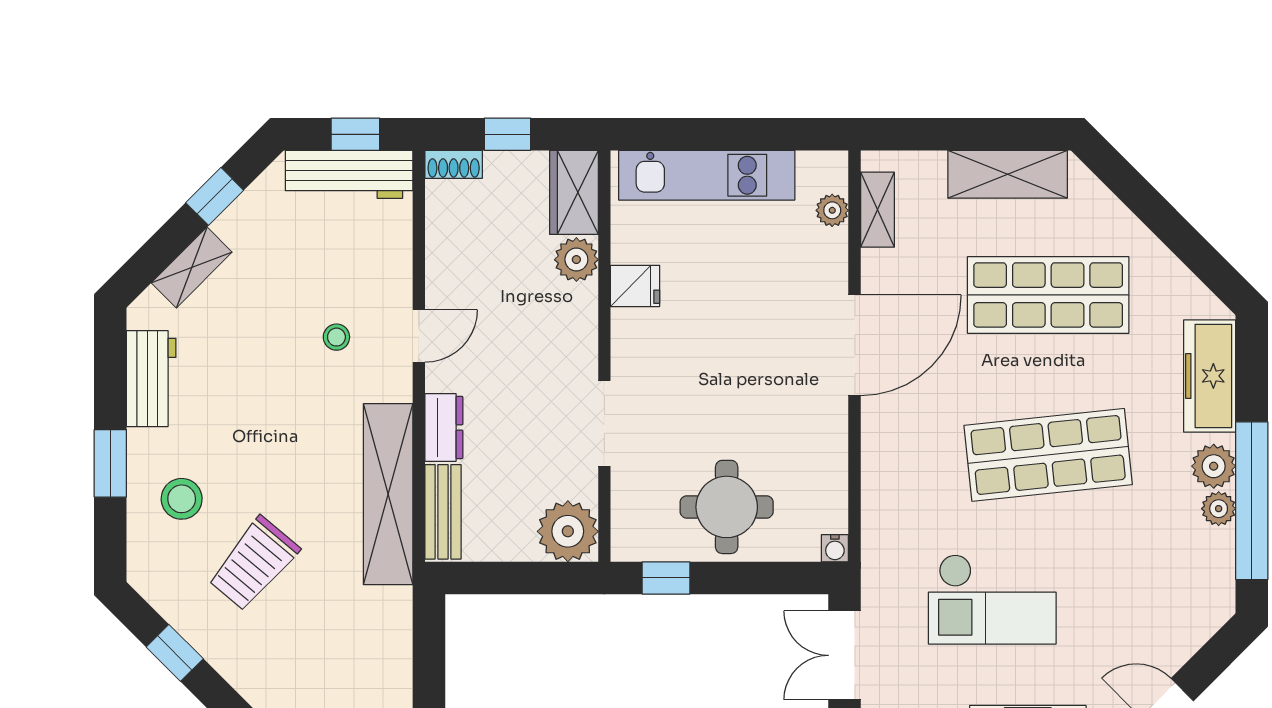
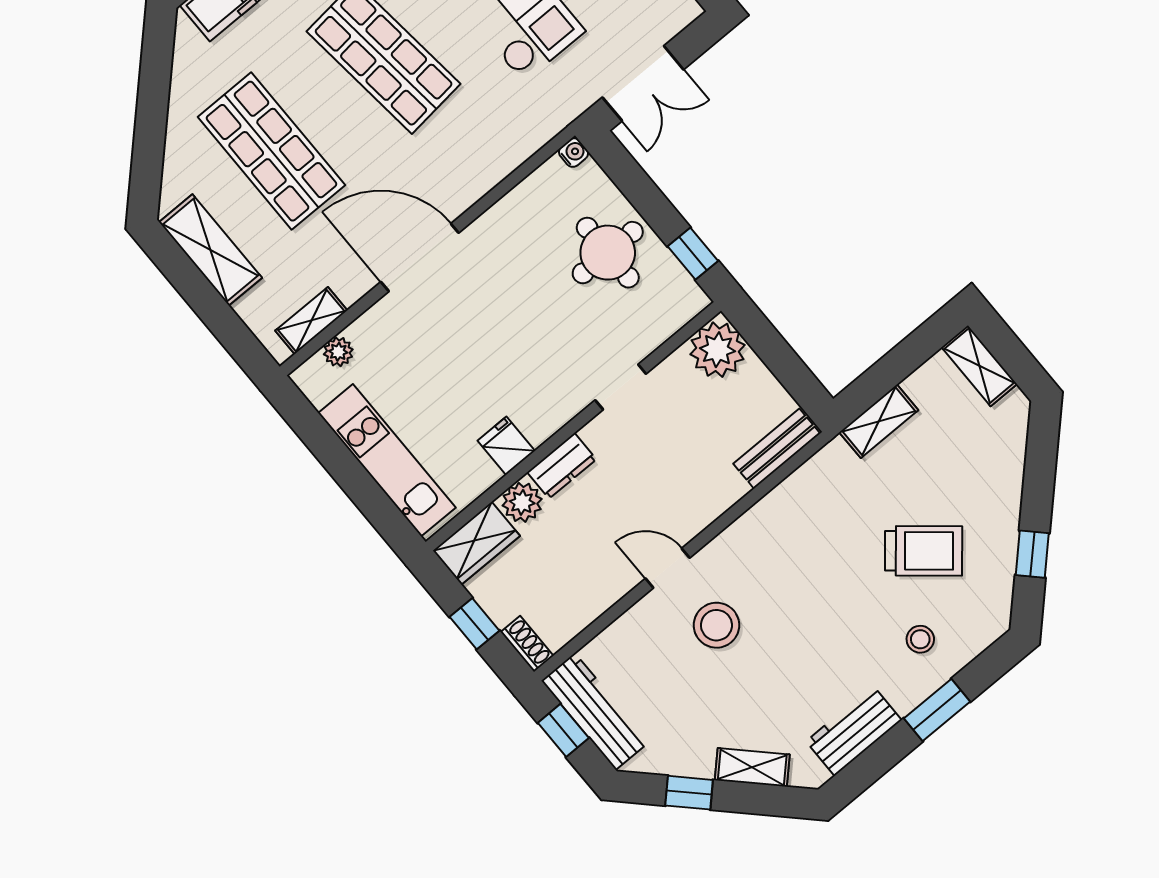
stool: (336, 337) -> (716, 625), width x1.89, depth x1.89
doorway: (604, 423) -> (621, 387), width x0.73
dresser: (444, 427) -> (562, 466), moved, turned 180
shelving: (388, 494) -> (879, 421), moved, width x0.45, depth x0.75
stool: (182, 499) -> (920, 639), width x0.73, depth x0.73

